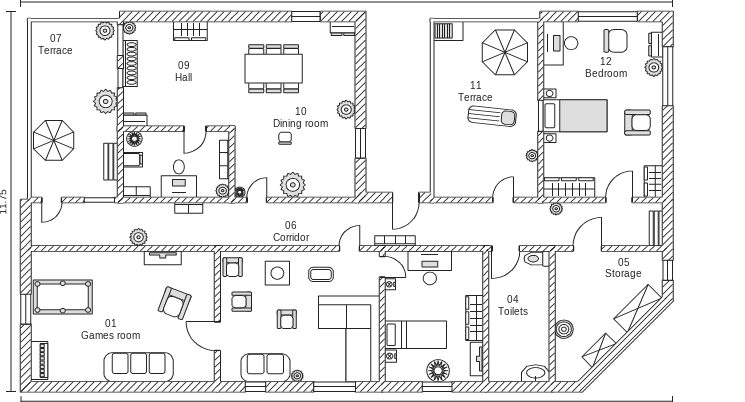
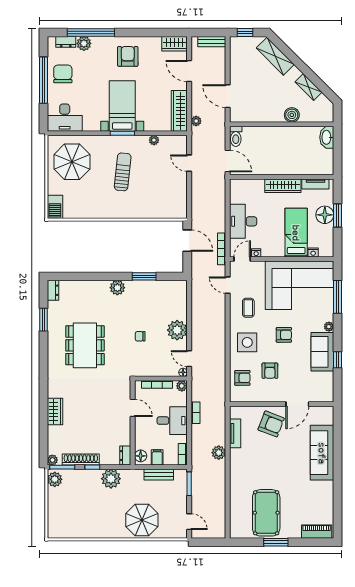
wall: (217, 316) -> (282, 404), moved
door: (217, 336) -> (297, 404), moved

